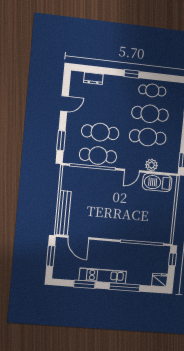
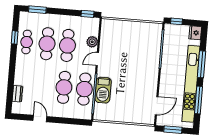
window: (132, 74) -> (15, 37), moved
window: (61, 141) -> (72, 121), removed
door: (132, 171) -> (97, 59), swing flipped
barbecue: (157, 183) -> (103, 90), moved
bench: (64, 213) -> (135, 119), removed
kitchen unit: (103, 276) -> (191, 84), width x1.86
window: (84, 284) -> (198, 100), width x1.44

